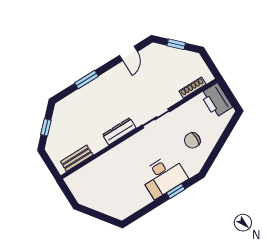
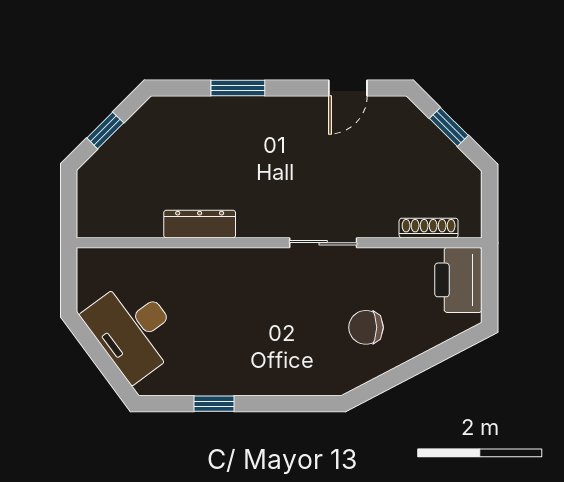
dresser: (119, 131) -> (200, 224), moved
bench: (77, 158) -> (127, 225), removed
desk: (163, 176) -> (133, 330), moved, turned 54
window: (176, 191) -> (214, 404), moved

